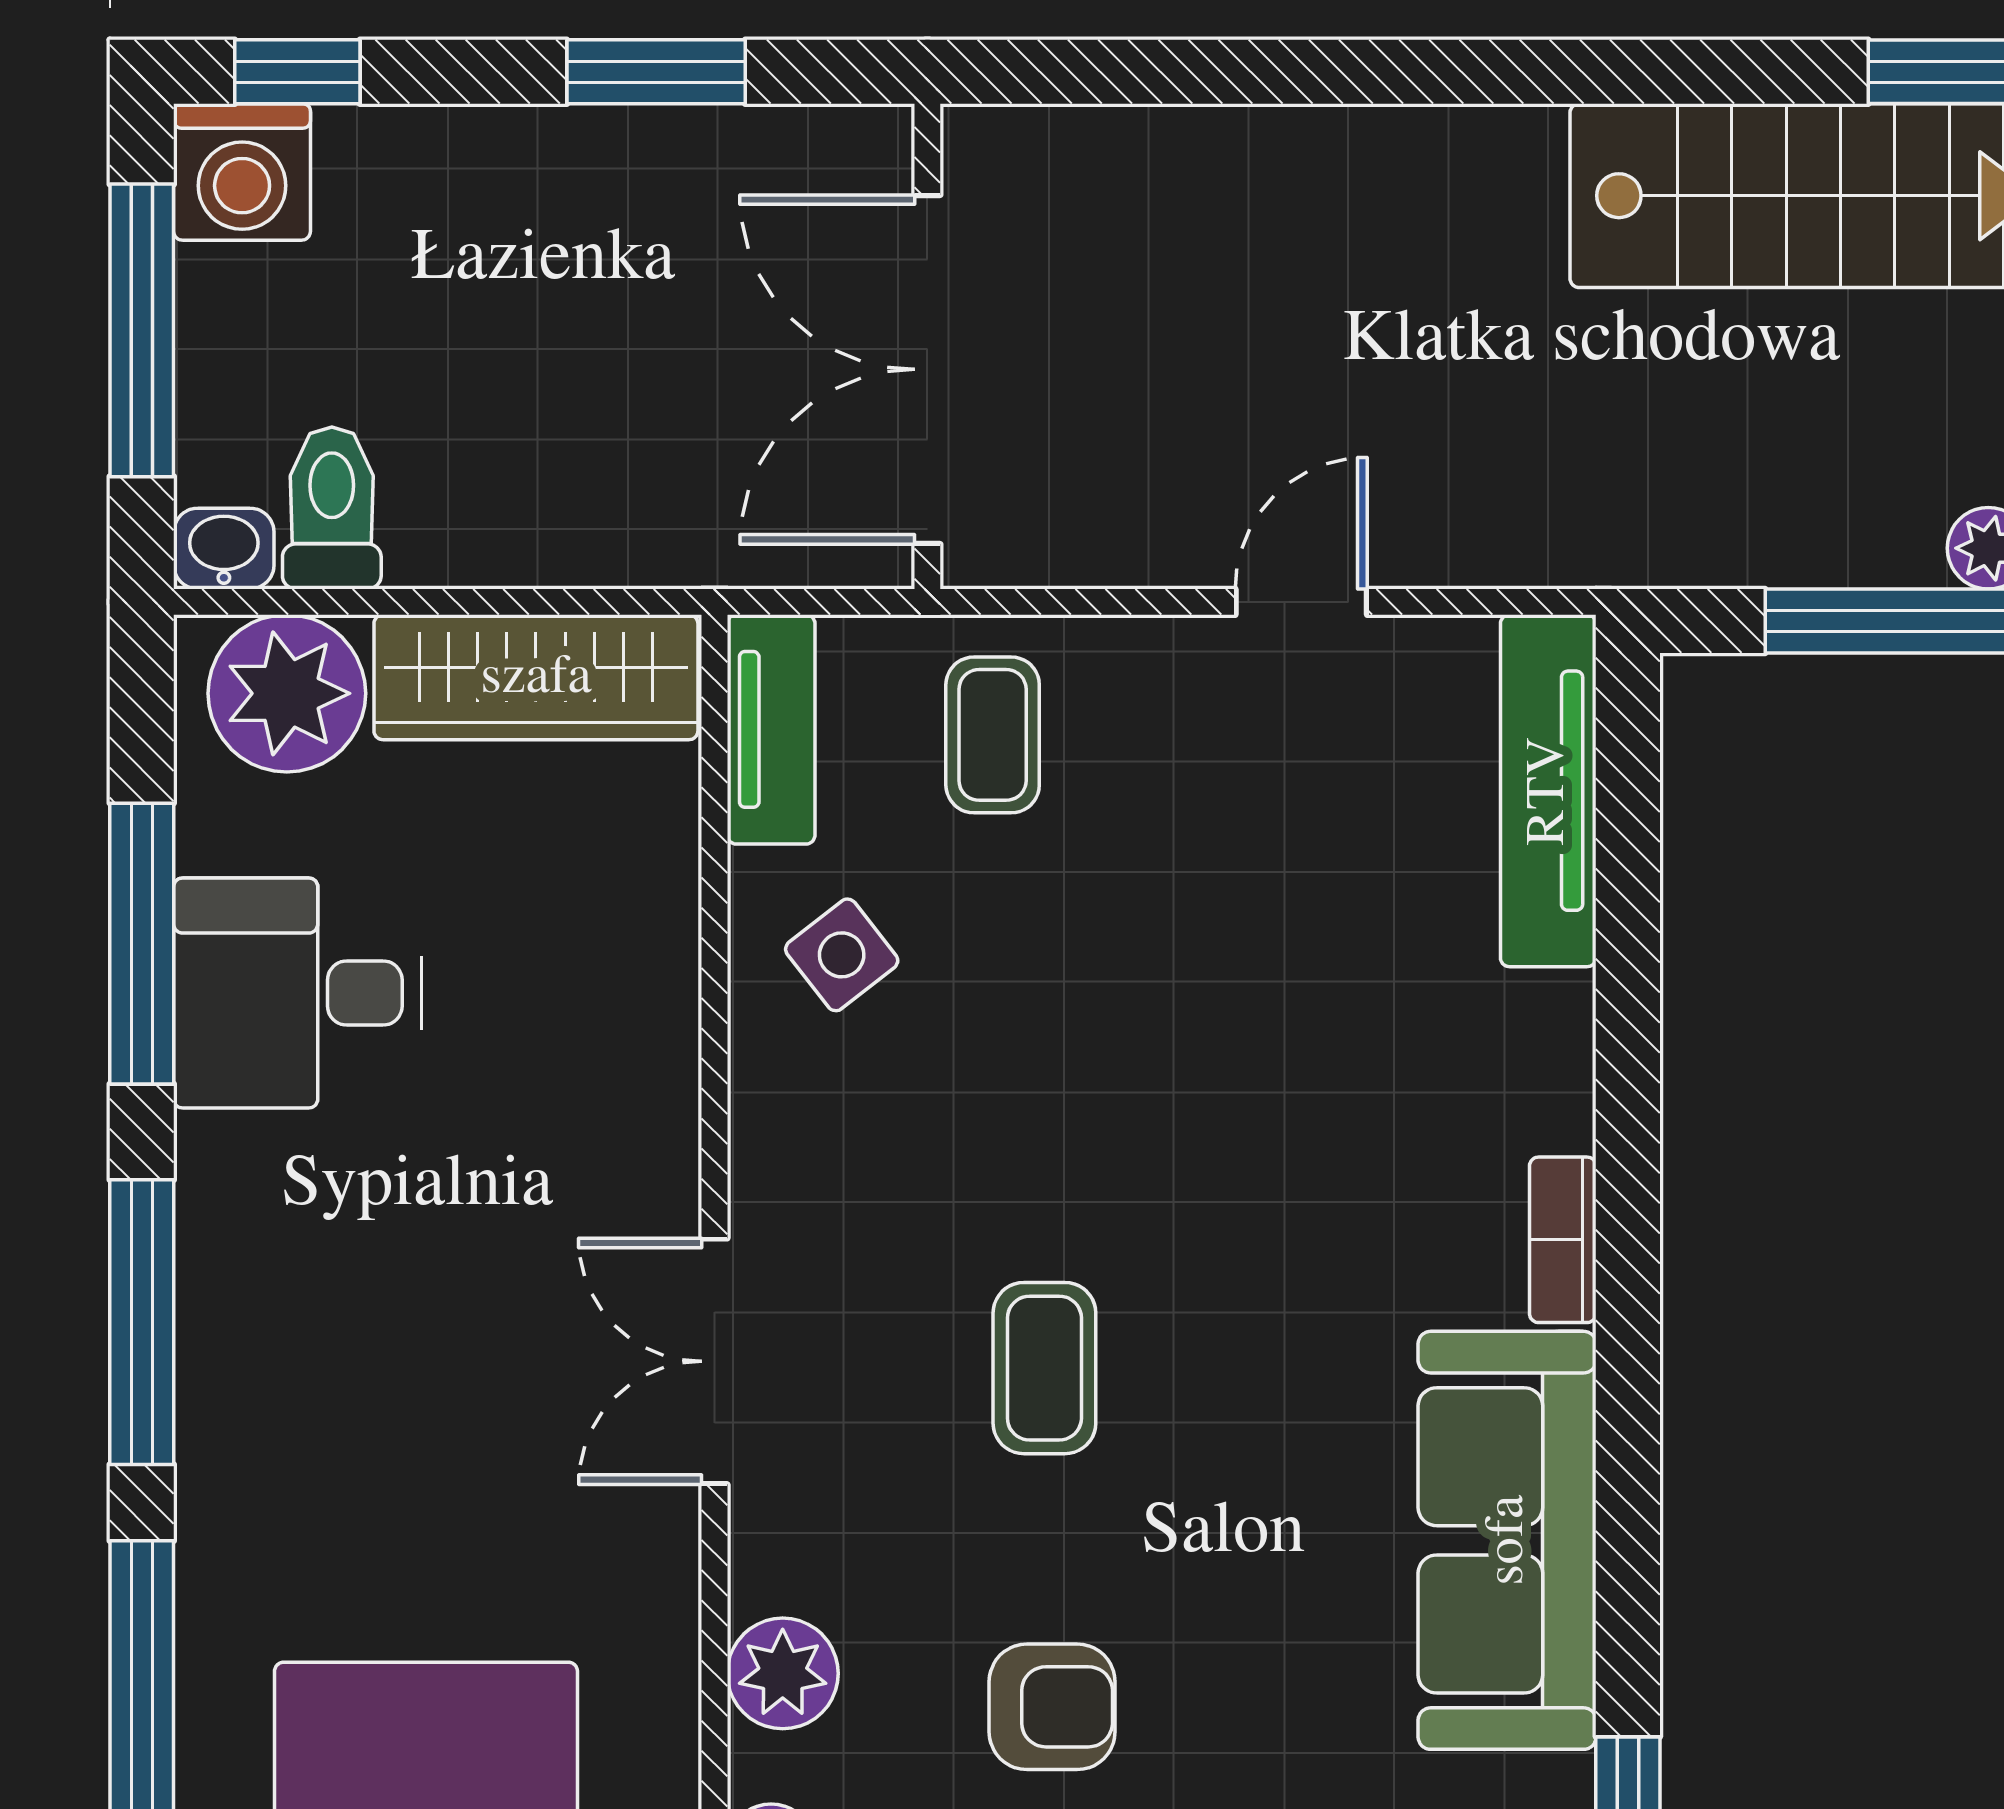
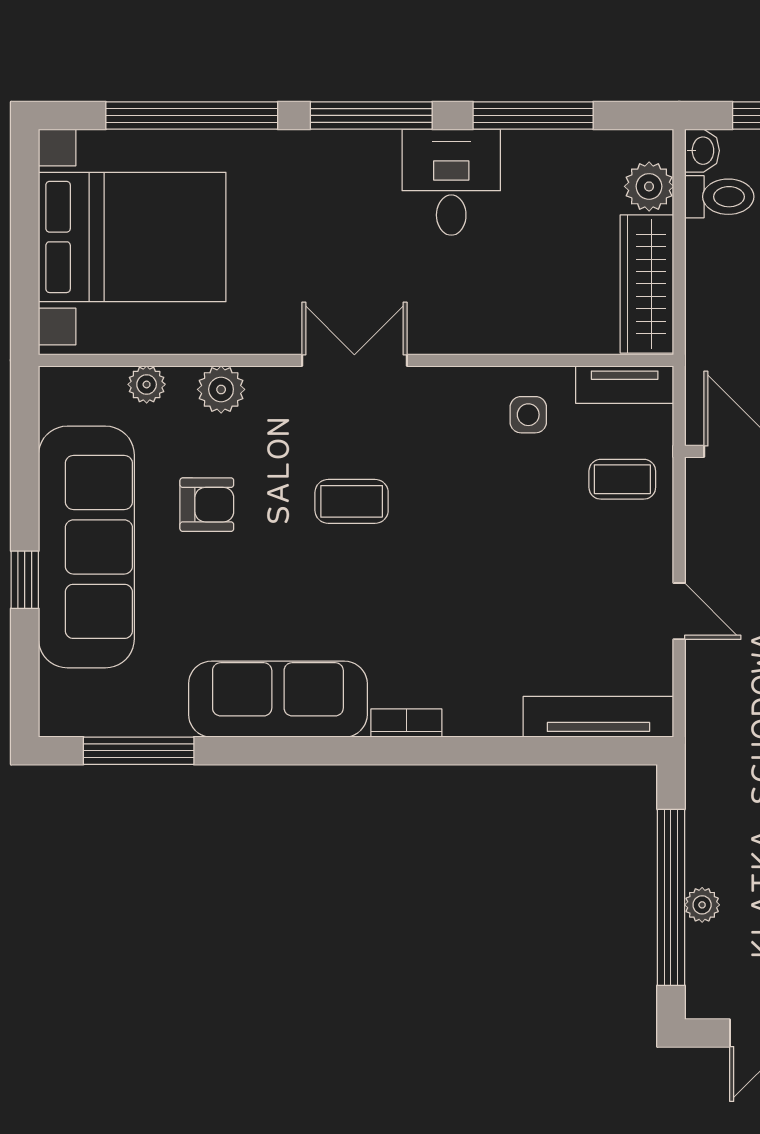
plant: (287, 693) -> (649, 186), width x0.73, depth x0.73
side table: (842, 955) -> (528, 415), turned 38
desk: (298, 993) -> (451, 182), moved
armchair: (1052, 1707) -> (207, 505), turned -90

